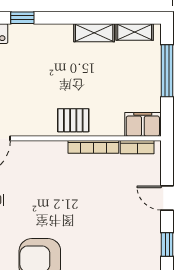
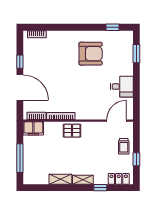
shelving: (135, 32) -> (83, 180), moved
door: (167, 198) -> (20, 87), width x1.88

